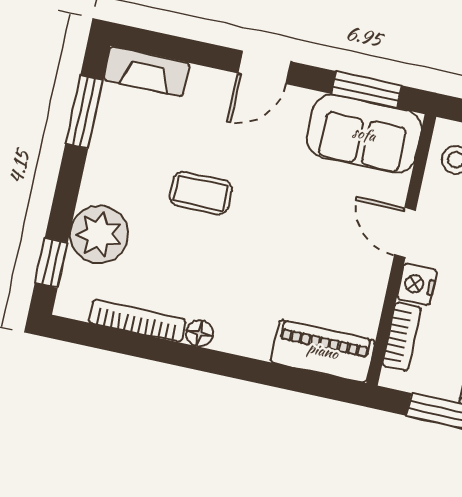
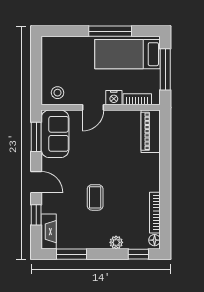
window: (190, 51) -> (36, 215), added
plant: (99, 234) -> (116, 242), width x0.53, depth x0.53
floor lamp: (200, 333) -> (155, 240), moved

